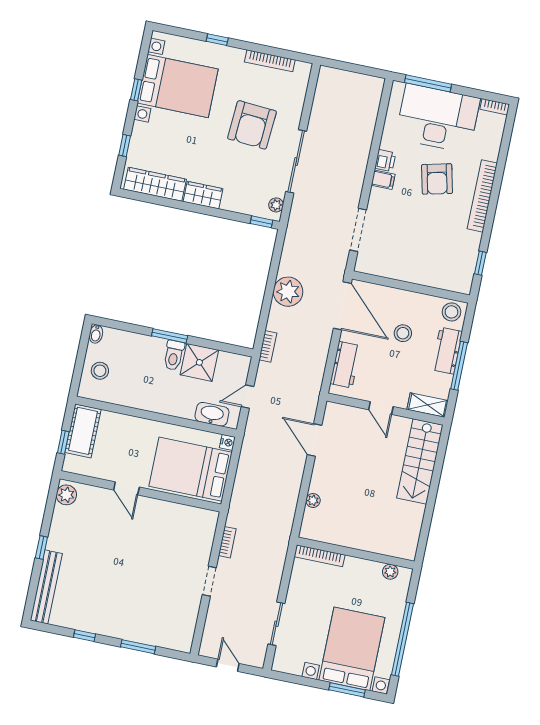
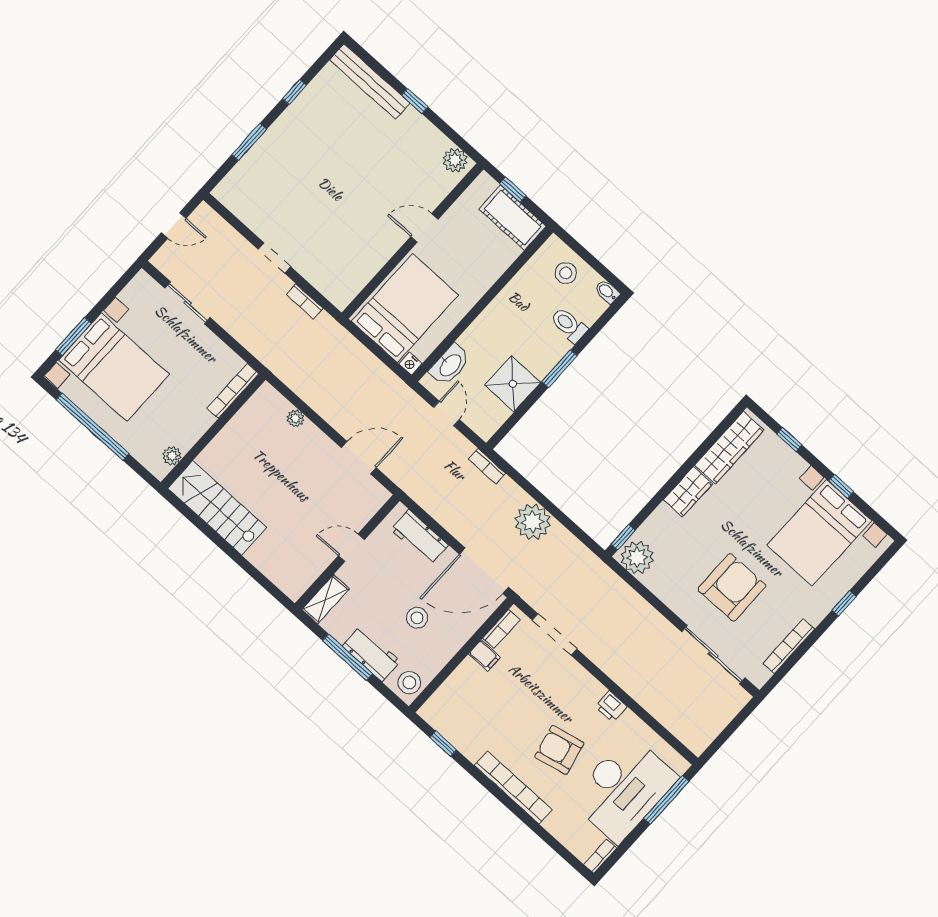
armchair: (252, 125) -> (732, 587), turned 86
sliding door: (296, 161) -> (713, 655), moved
filing cabinet: (383, 180) -> (484, 655), moved, turned -90
plant: (276, 205) -> (637, 557), width x1.88, depth x1.88
bookcase: (376, 269) -> (501, 629), added
toilet: (174, 355) -> (569, 325), moved
stairs: (420, 461) -> (217, 508), moved

